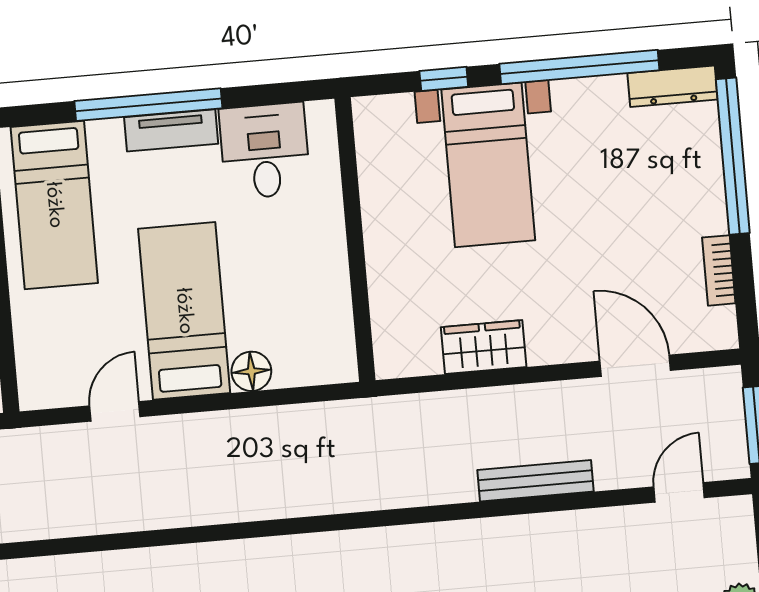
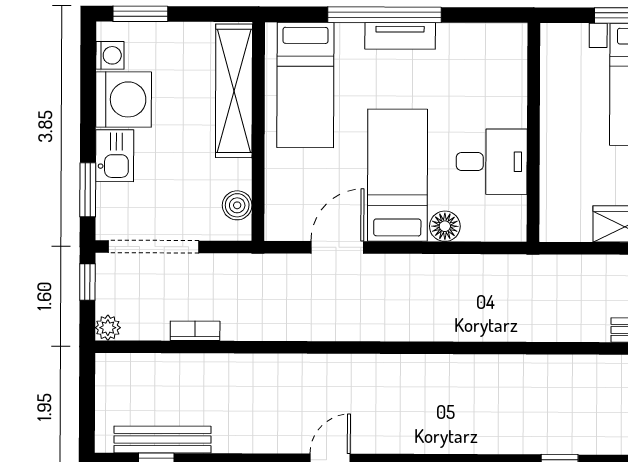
desk: (265, 151) -> (492, 162), moved, turned 90
door: (115, 411) -> (337, 247), width x1.37

